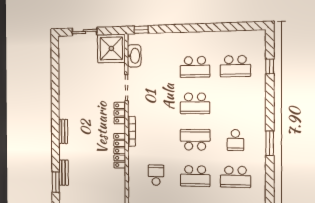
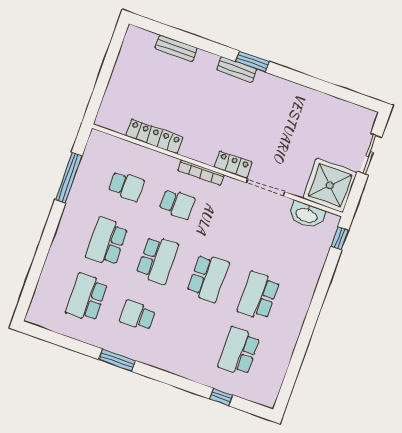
school desk: (195, 103) -> (208, 278), turned 180
school desk: (156, 139) -> (177, 204), added
locker: (120, 151) -> (154, 137), moved
window: (56, 182) -> (252, 61), moved

